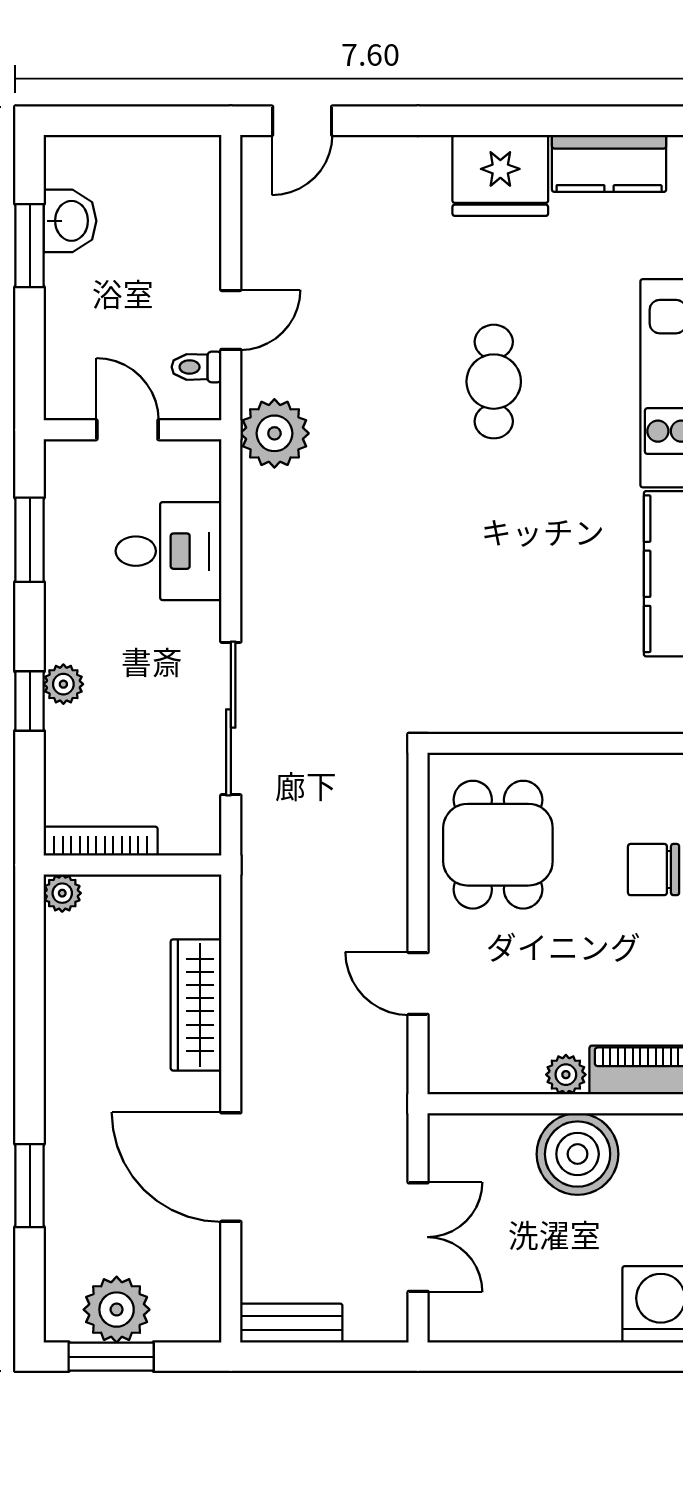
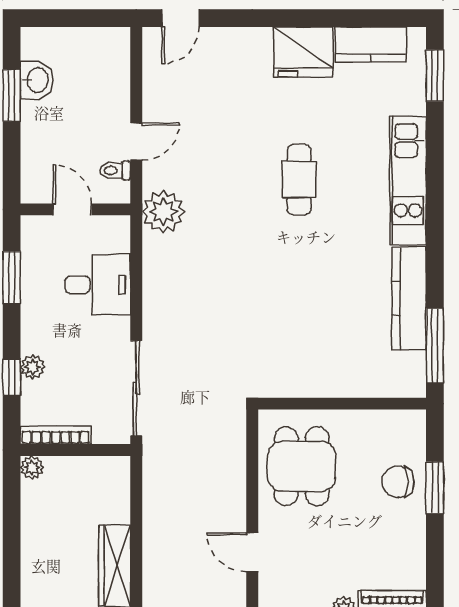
bookcase: (101, 841) -> (56, 435), moved
wall: (132, 865) -> (75, 450), moved
plant: (62, 893) -> (32, 467), moved

